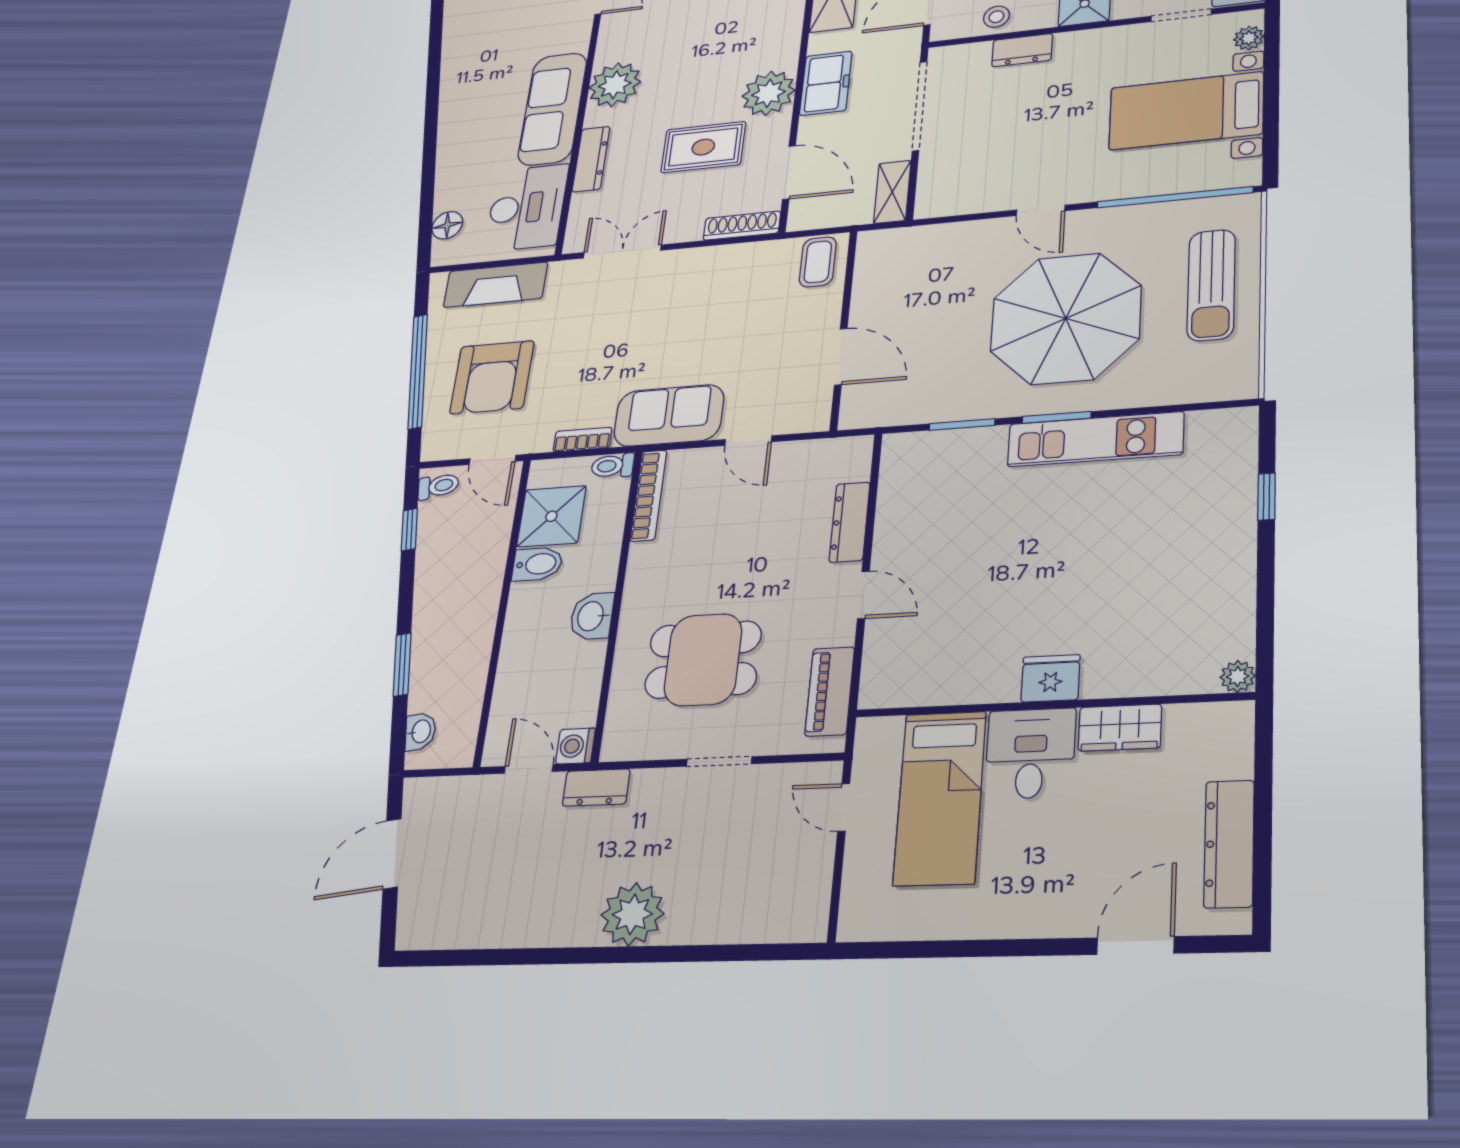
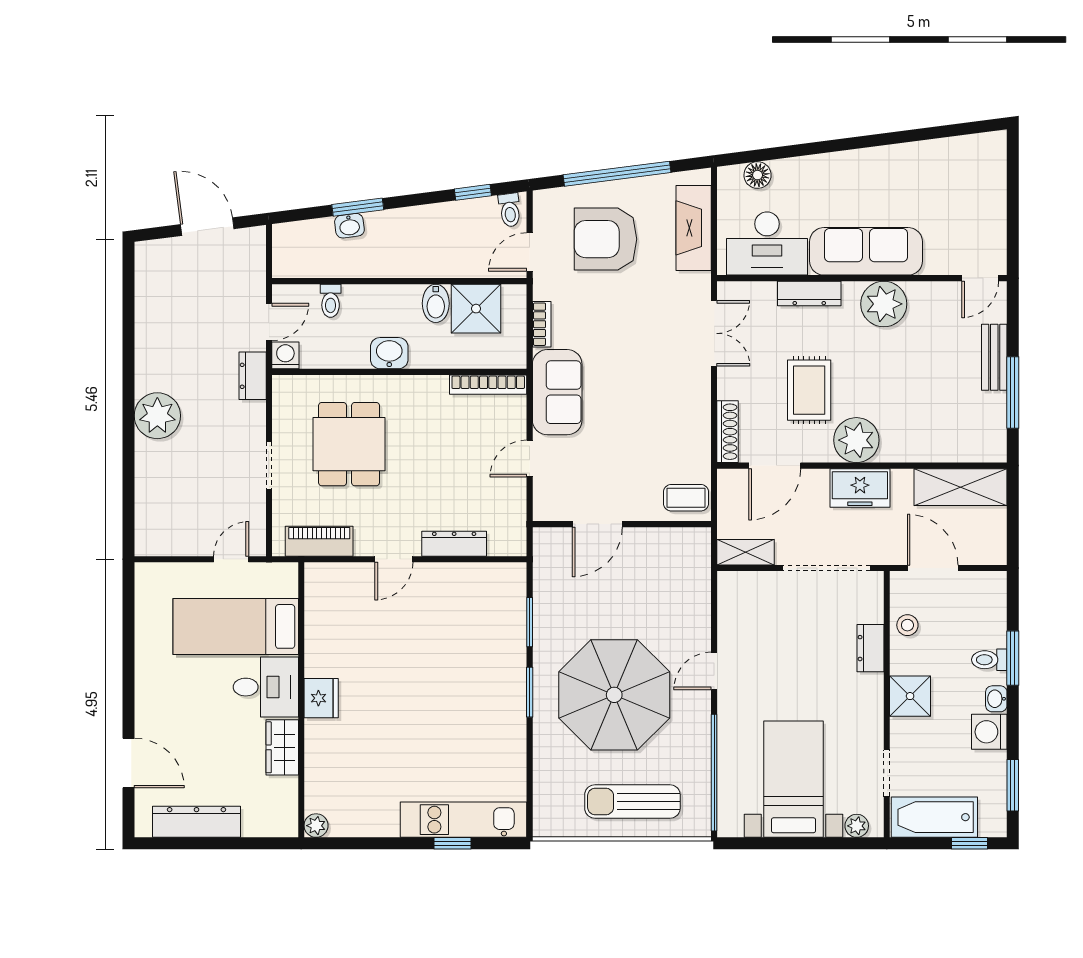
kitchen unit: (1095, 439) -> (463, 820), moved, turned 90
toilet: (613, 466) -> (331, 301), moved, turned 180
washbasin: (420, 731) -> (349, 226), moved

